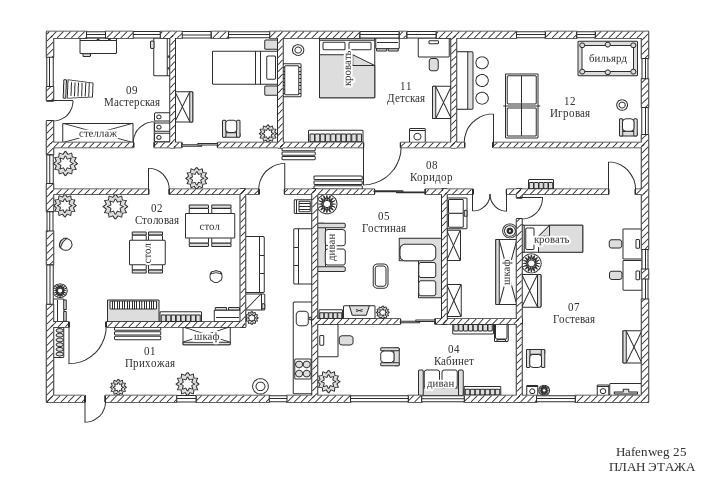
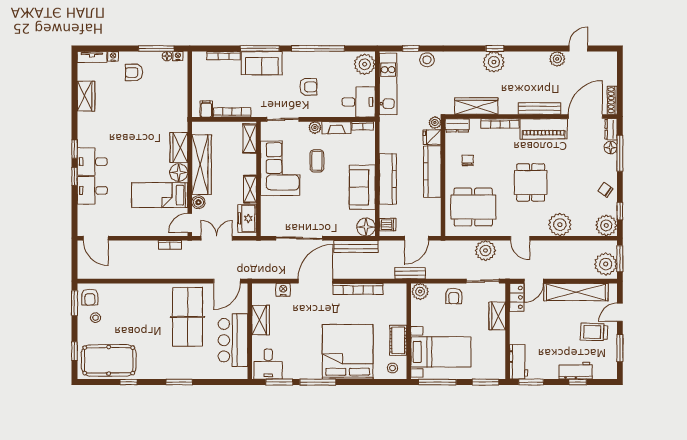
dresser: (387, 44) -> (311, 373), removed
bench: (299, 154) -> (410, 273), moved
kitchen unit: (303, 348) -> (388, 84), width x0.73
armchair: (536, 358) -> (134, 72), moved, turned -90

